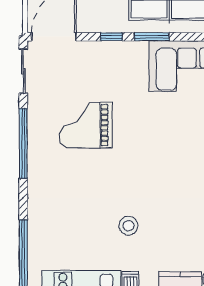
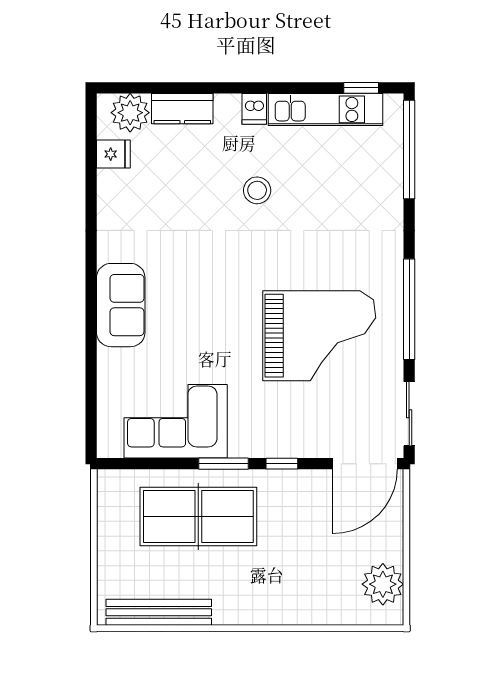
grand piano: (85, 125) -> (319, 336), width x1.37, depth x1.48

